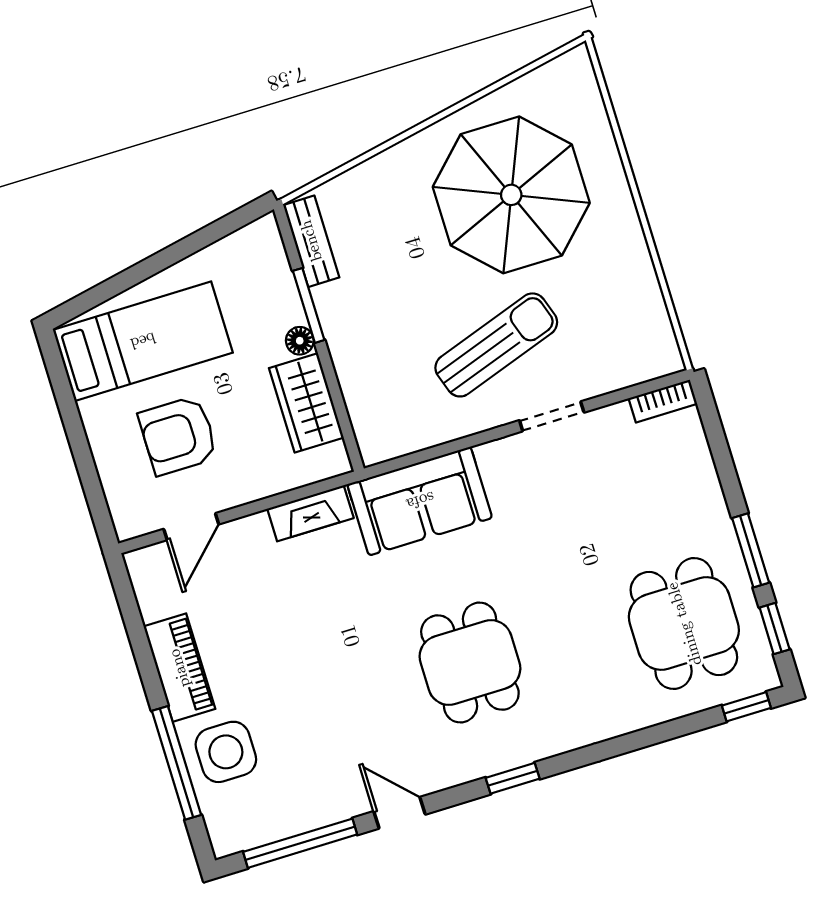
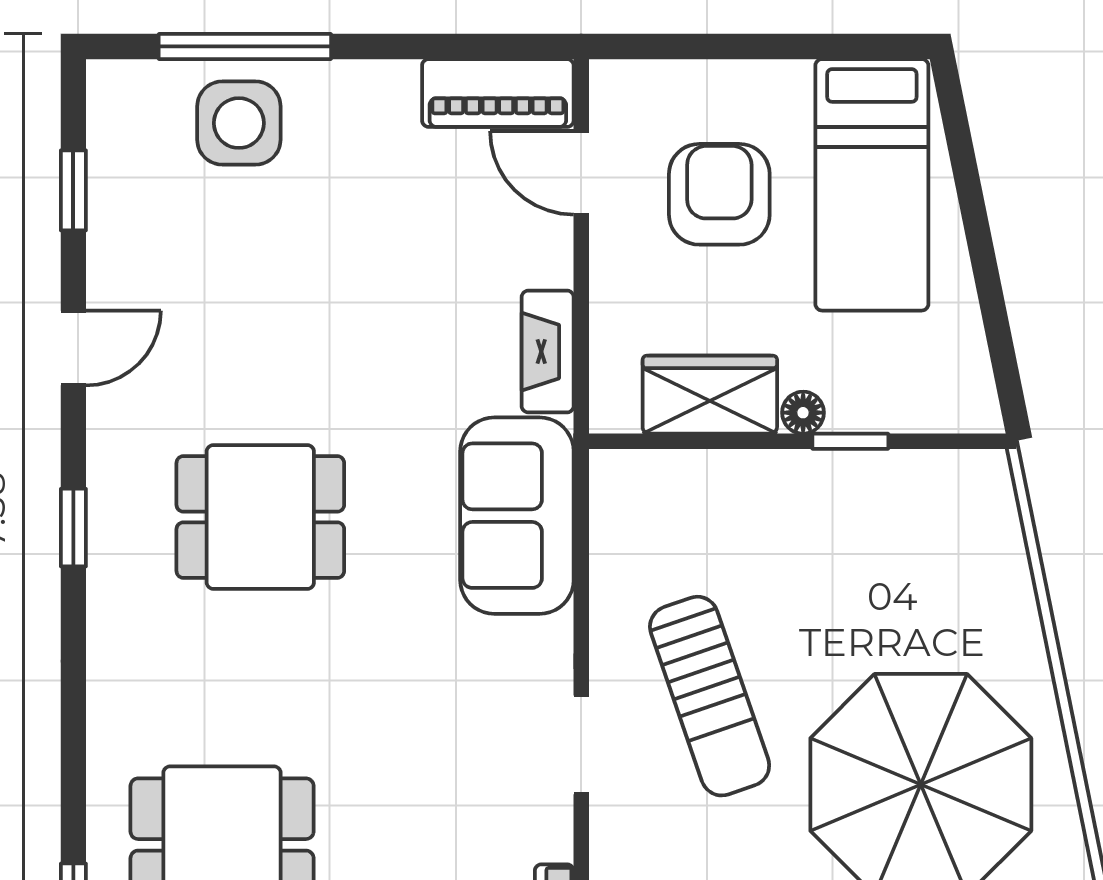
bench: (311, 241) -> (942, 474), removed
window: (309, 305) -> (850, 441), width x0.67
piano: (179, 668) -> (498, 93), moved
window: (300, 843) -> (73, 190), width x0.46

